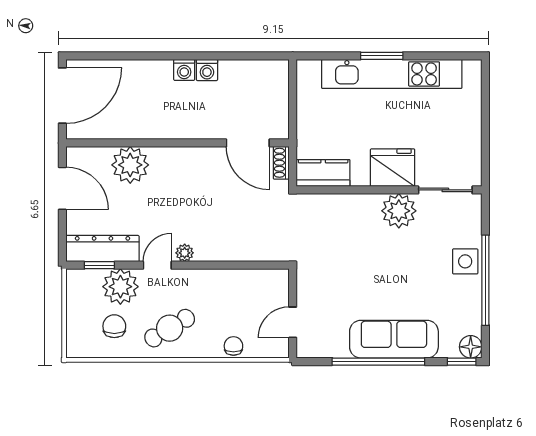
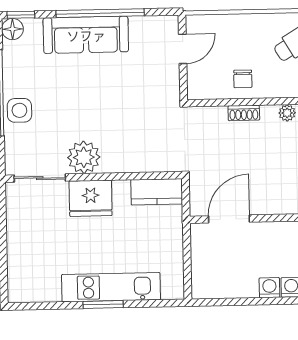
kitchen unit: (392, 74) -> (111, 287), width x0.73
door: (248, 143) -> (229, 219), hinge flipped
shoe rack: (281, 163) -> (244, 113), moved, turned 90
chair: (233, 346) -> (243, 79), moved

